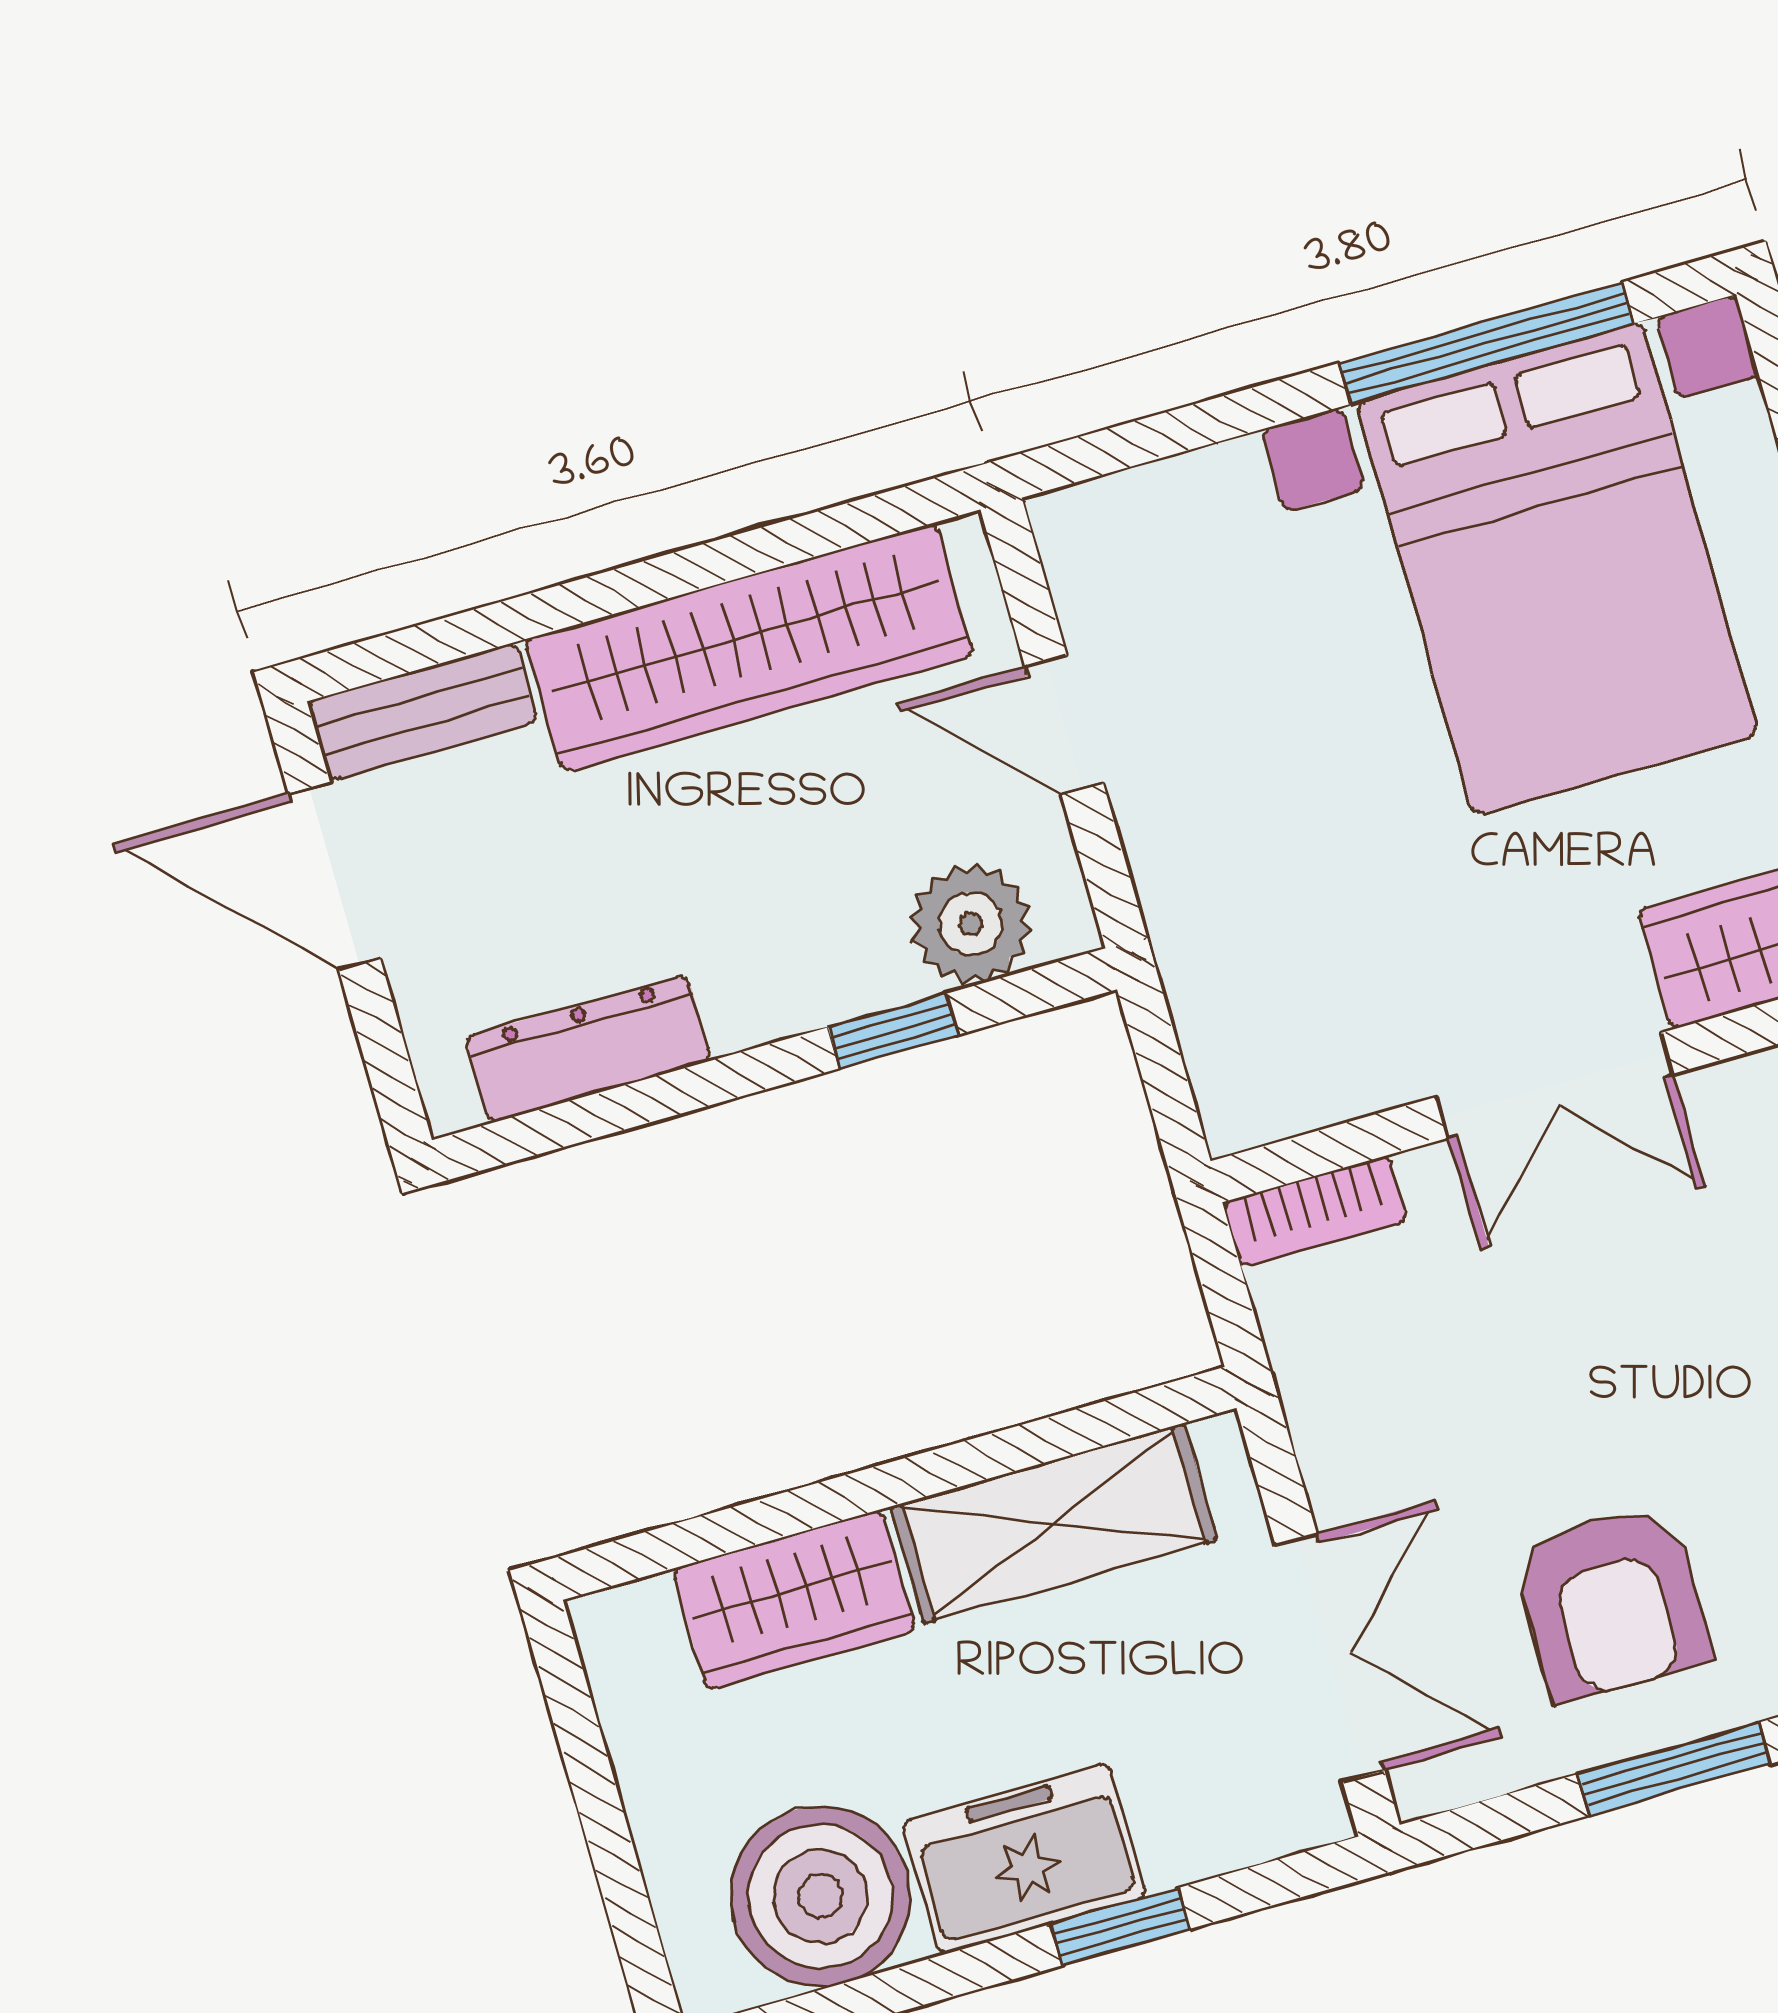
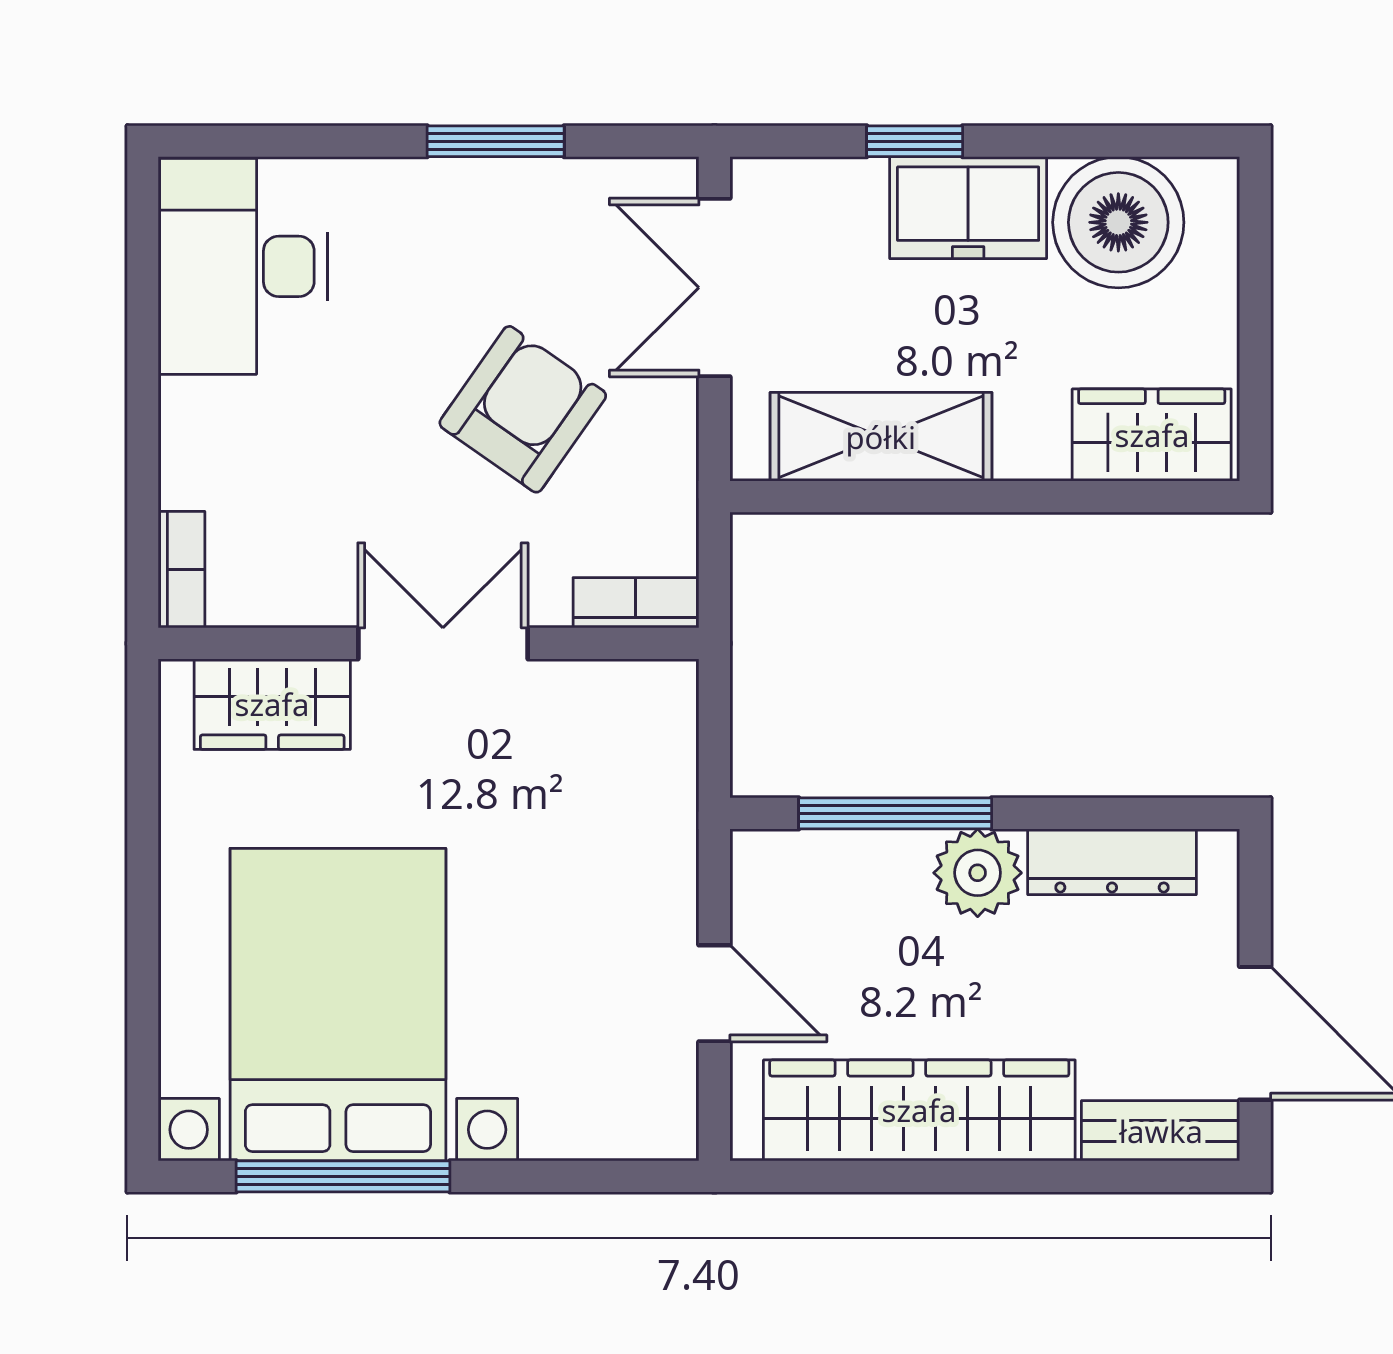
plant: (971, 924) -> (978, 873), moved
window: (893, 1031) -> (895, 813), width x2.17
wardrobe: (794, 1600) -> (1152, 435), moved
armchair: (1612, 1602) -> (523, 409), moved, turned 35

